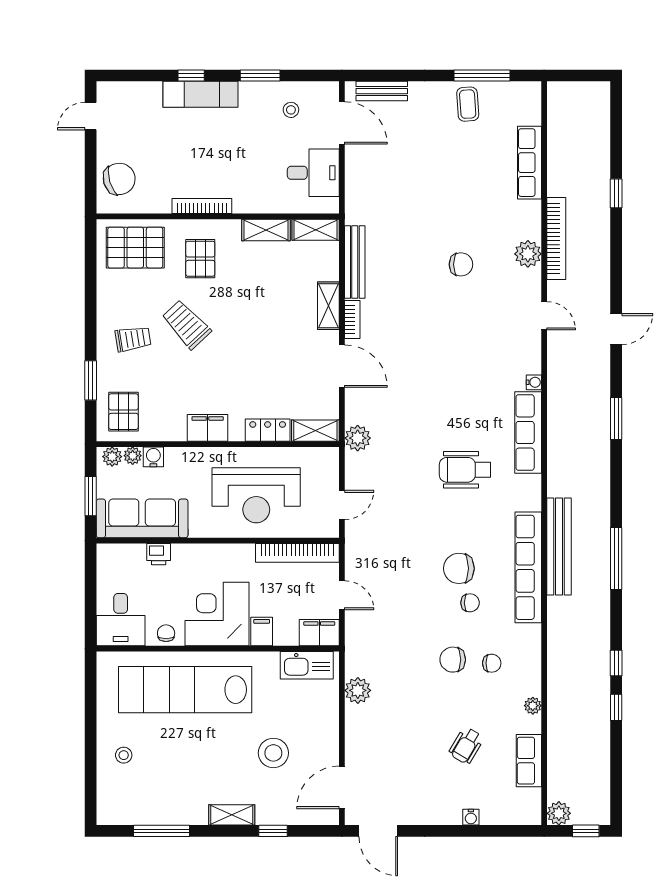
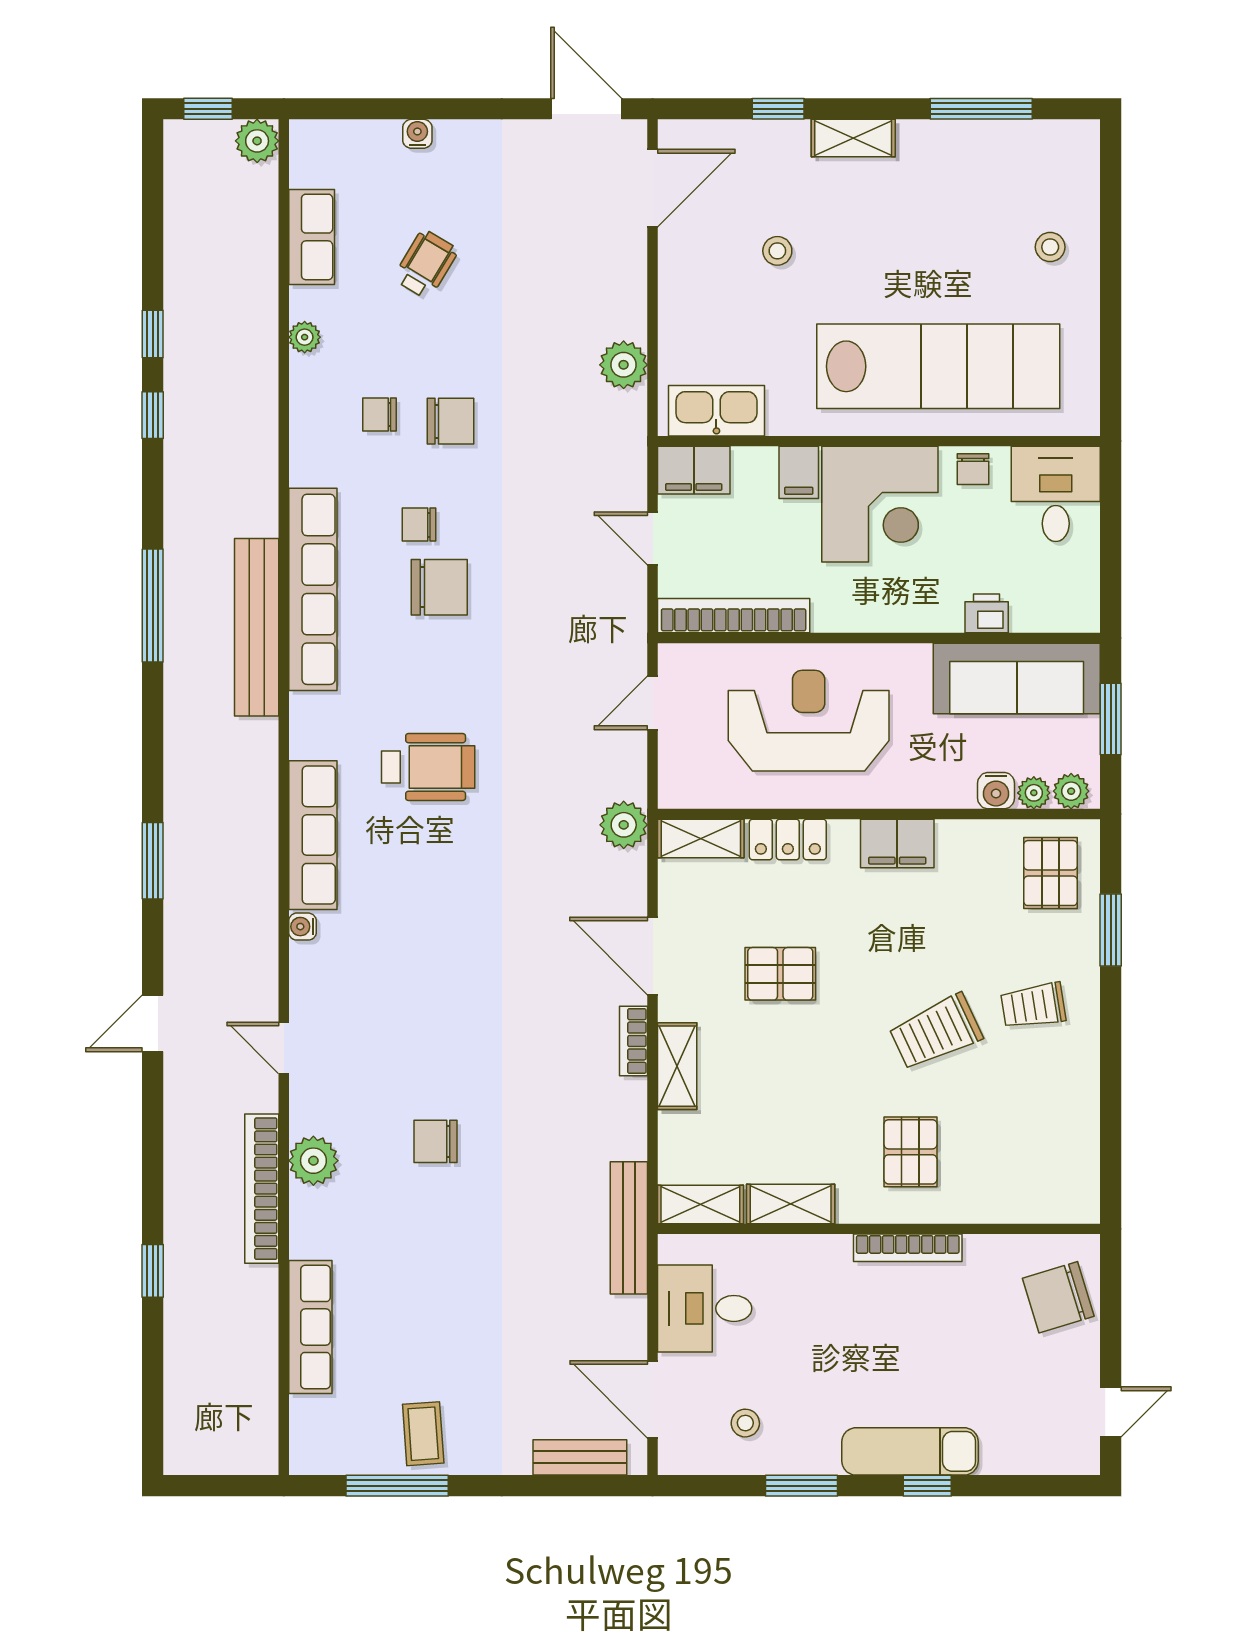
pallet: (135, 248) -> (780, 974), moved, width x0.67, depth x0.71
bench: (355, 262) -> (629, 1228), moved
trolley: (186, 324) -> (936, 1032), turned 108
stool: (273, 753) -> (777, 251), width x0.53, depth x0.53

